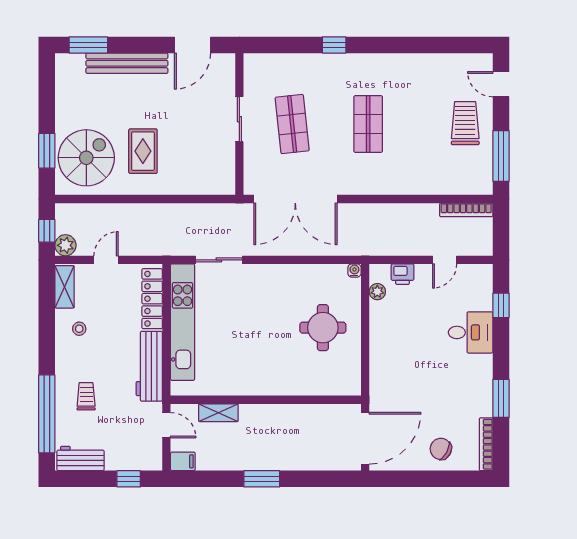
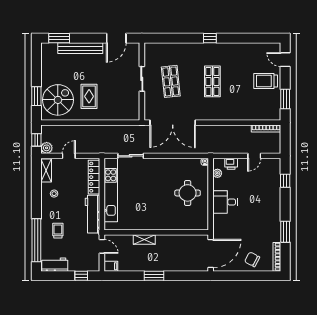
window: (334, 45) -> (210, 38), moved
trolley: (465, 123) -> (266, 81), turned -90
window: (501, 156) -> (285, 99), width x0.69
desk: (471, 332) -> (225, 202), moved, turned 180
shelving: (218, 413) -> (144, 240), moved

